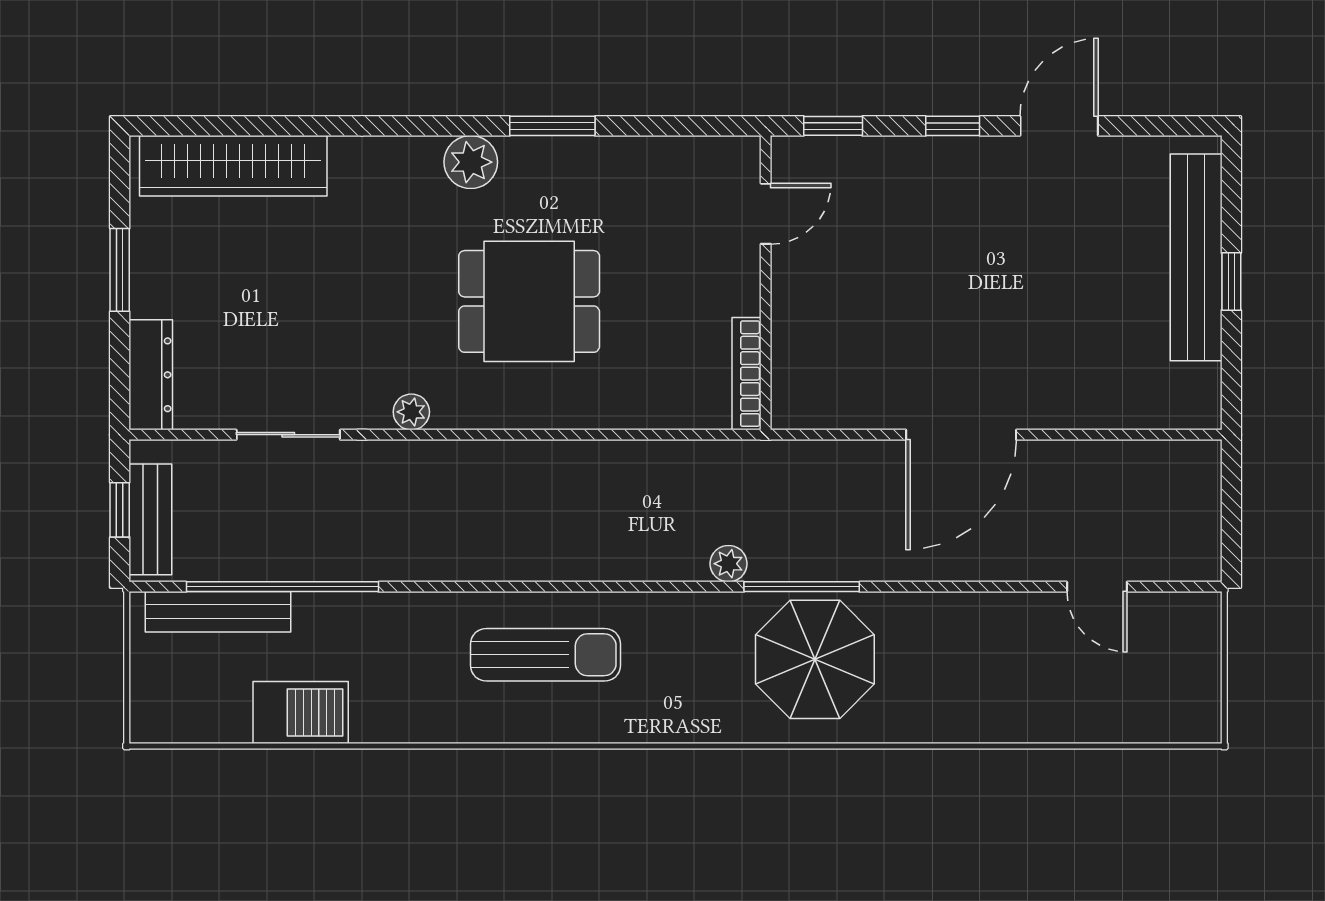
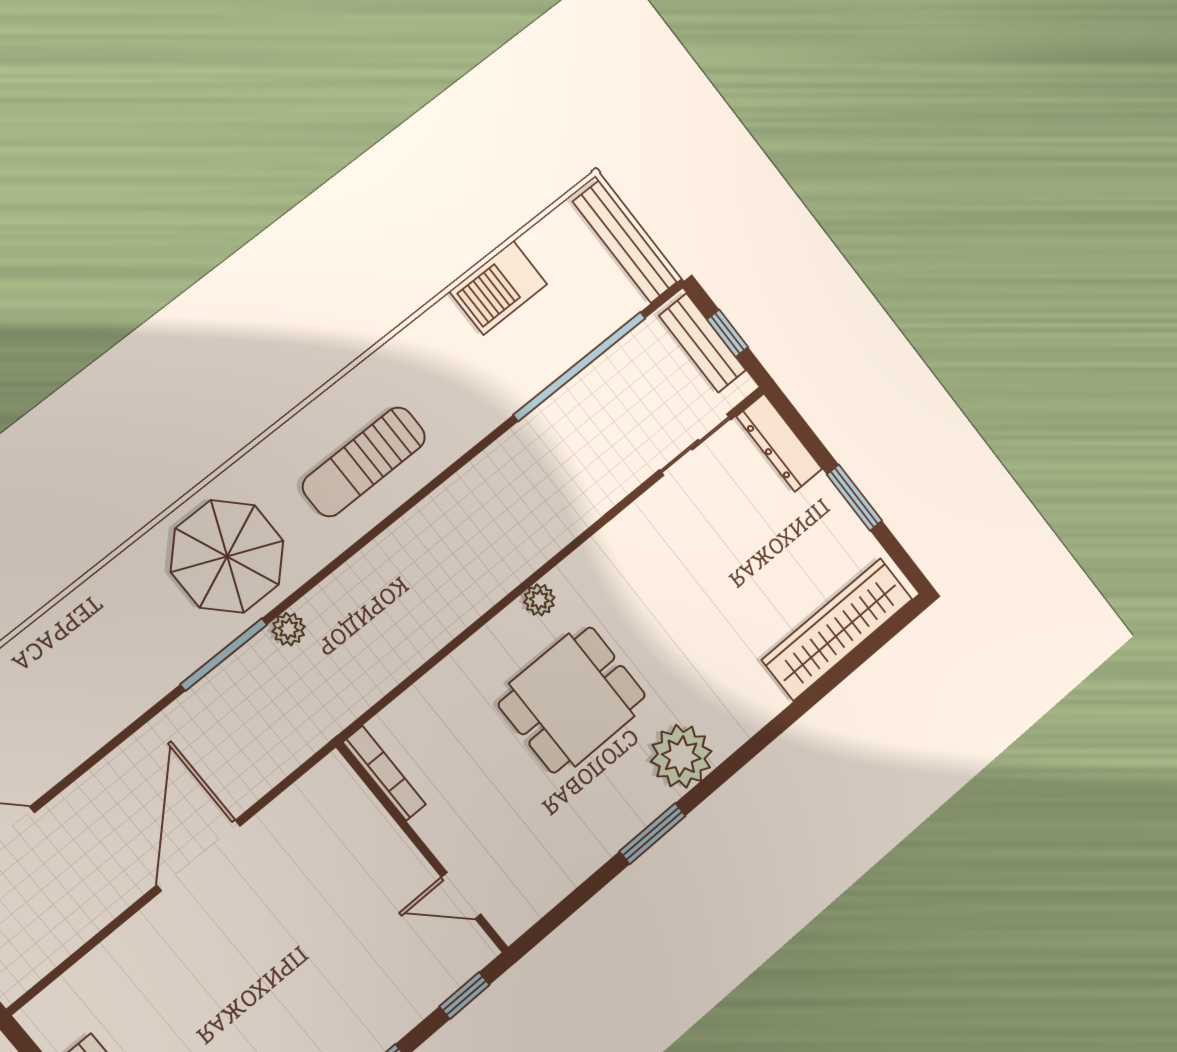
plant: (471, 162) -> (681, 756), width x1.36, depth x1.36
door: (766, 214) -> (461, 896), hinge flipped
plant: (411, 412) -> (539, 600), moved
sliding door: (288, 435) -> (695, 445), moved
bench: (218, 612) -> (625, 242), moved, turned 90
parasol: (815, 659) -> (227, 556), moved

